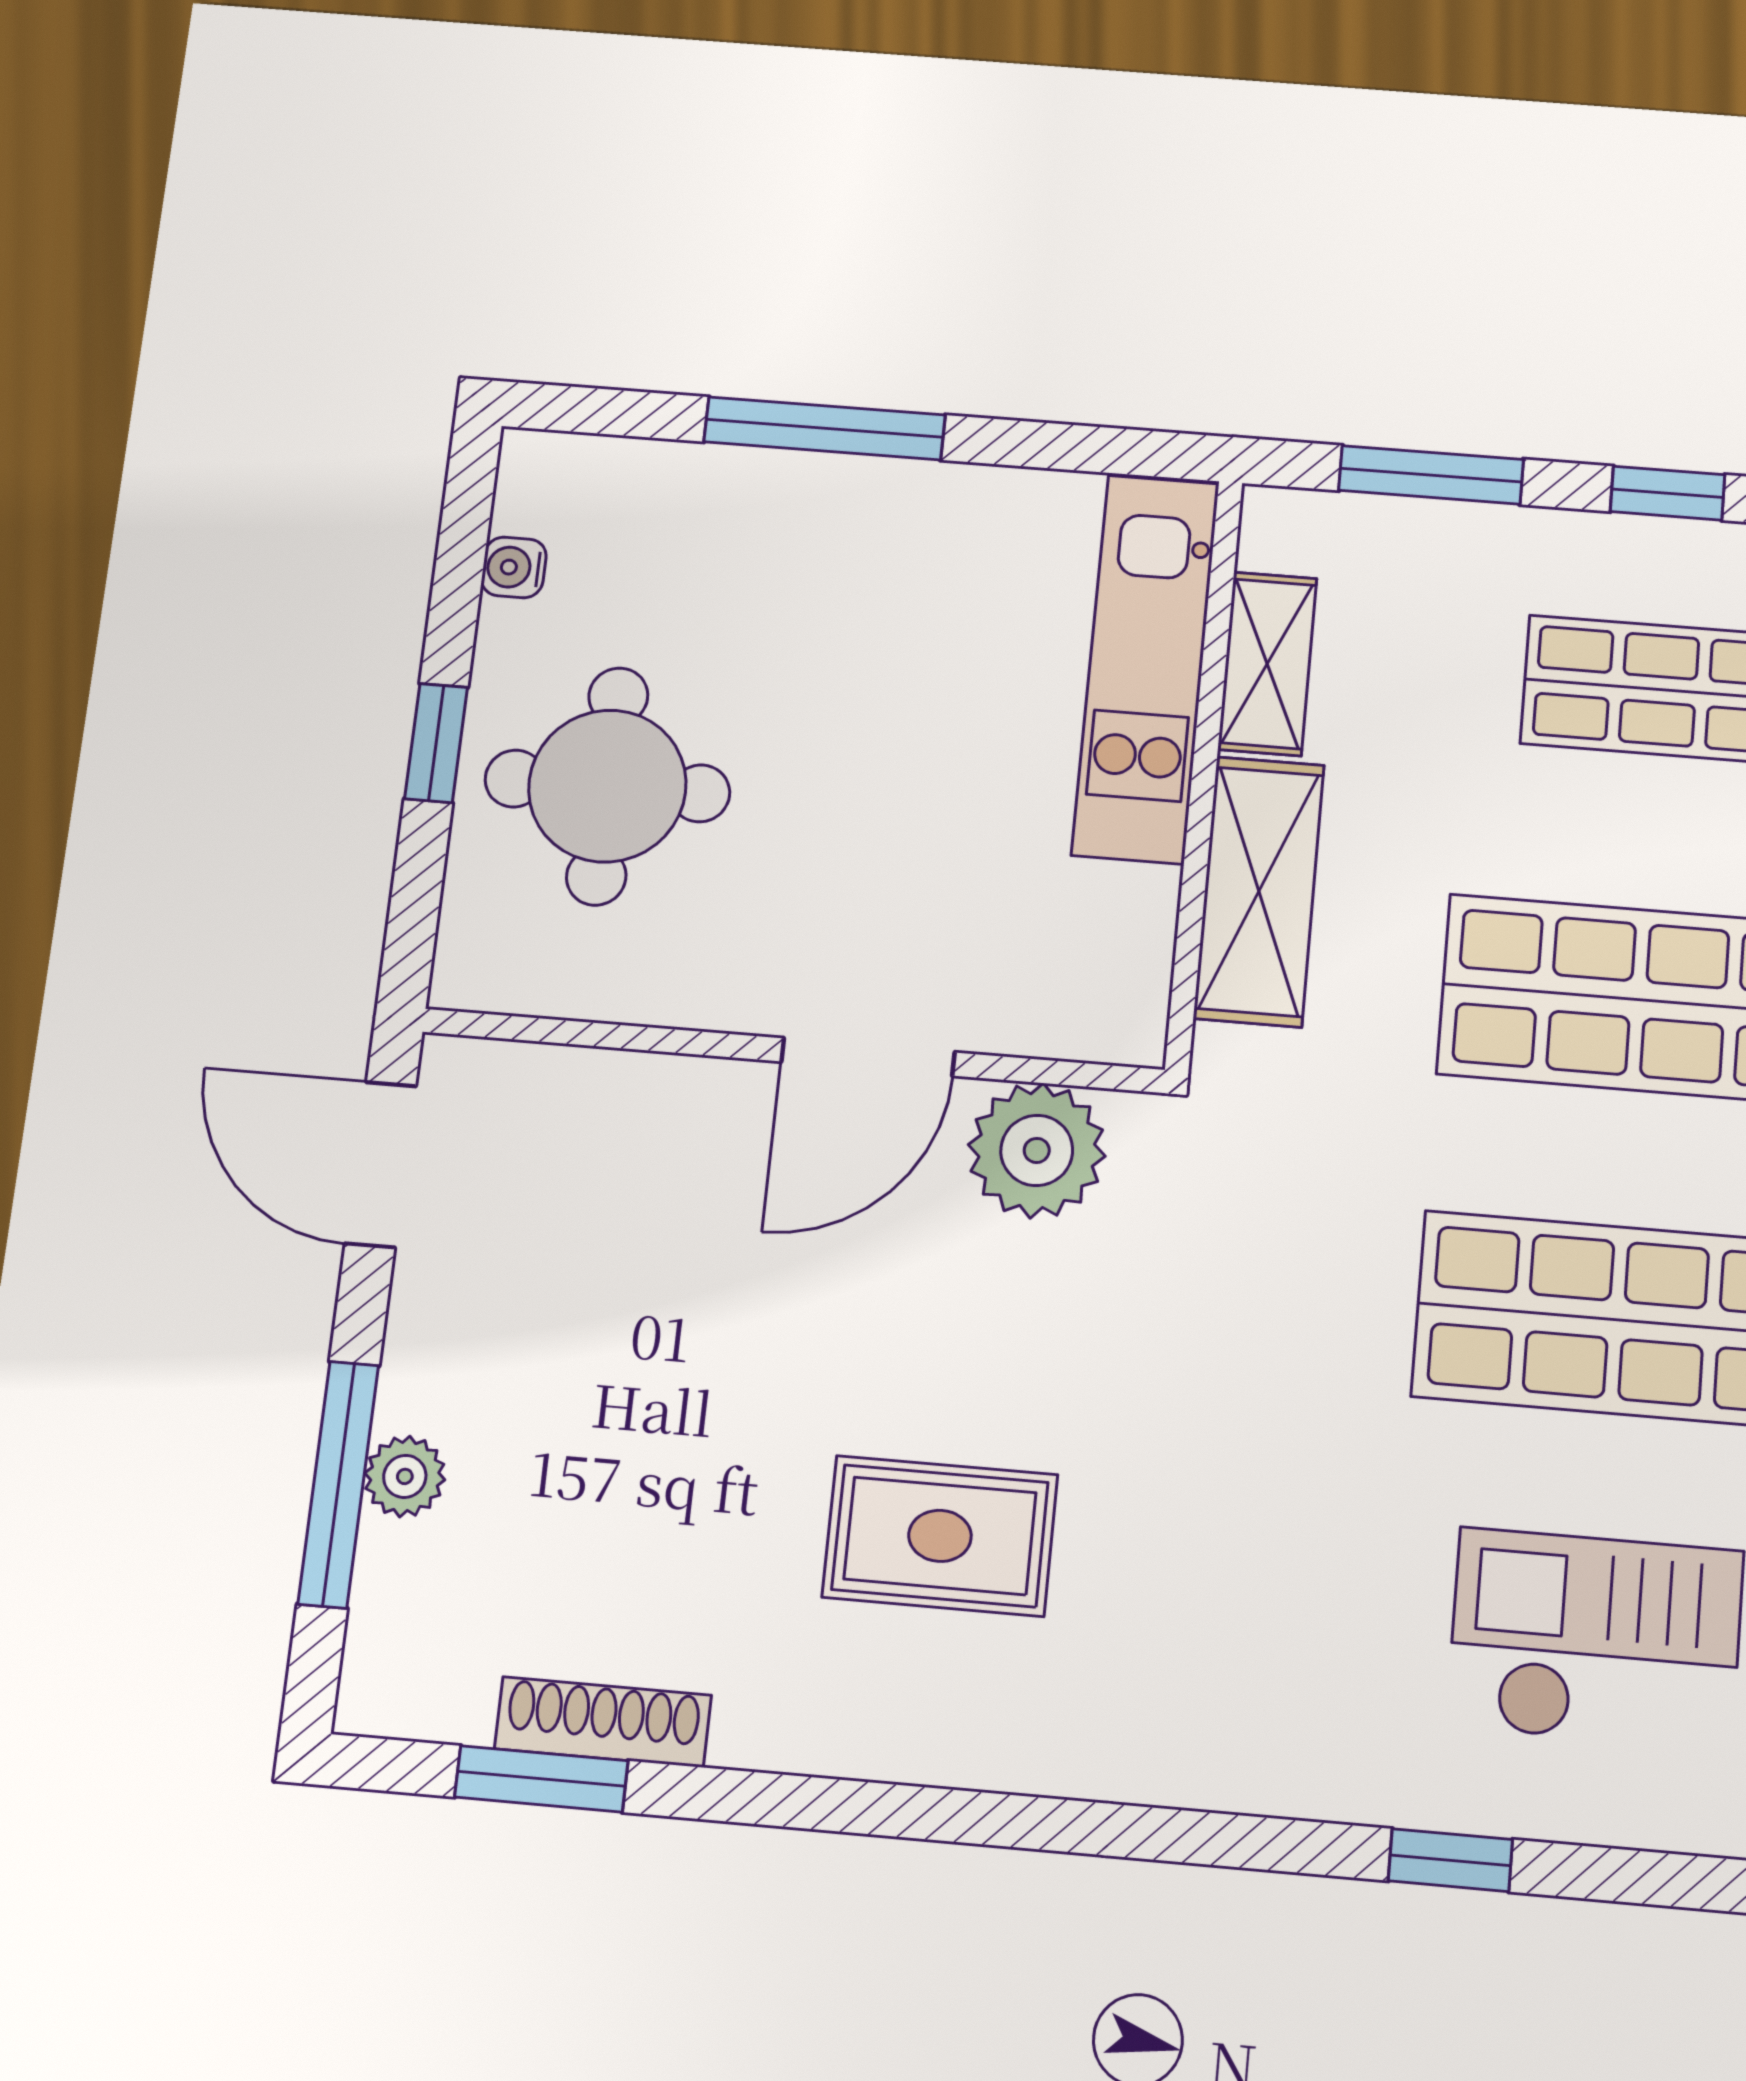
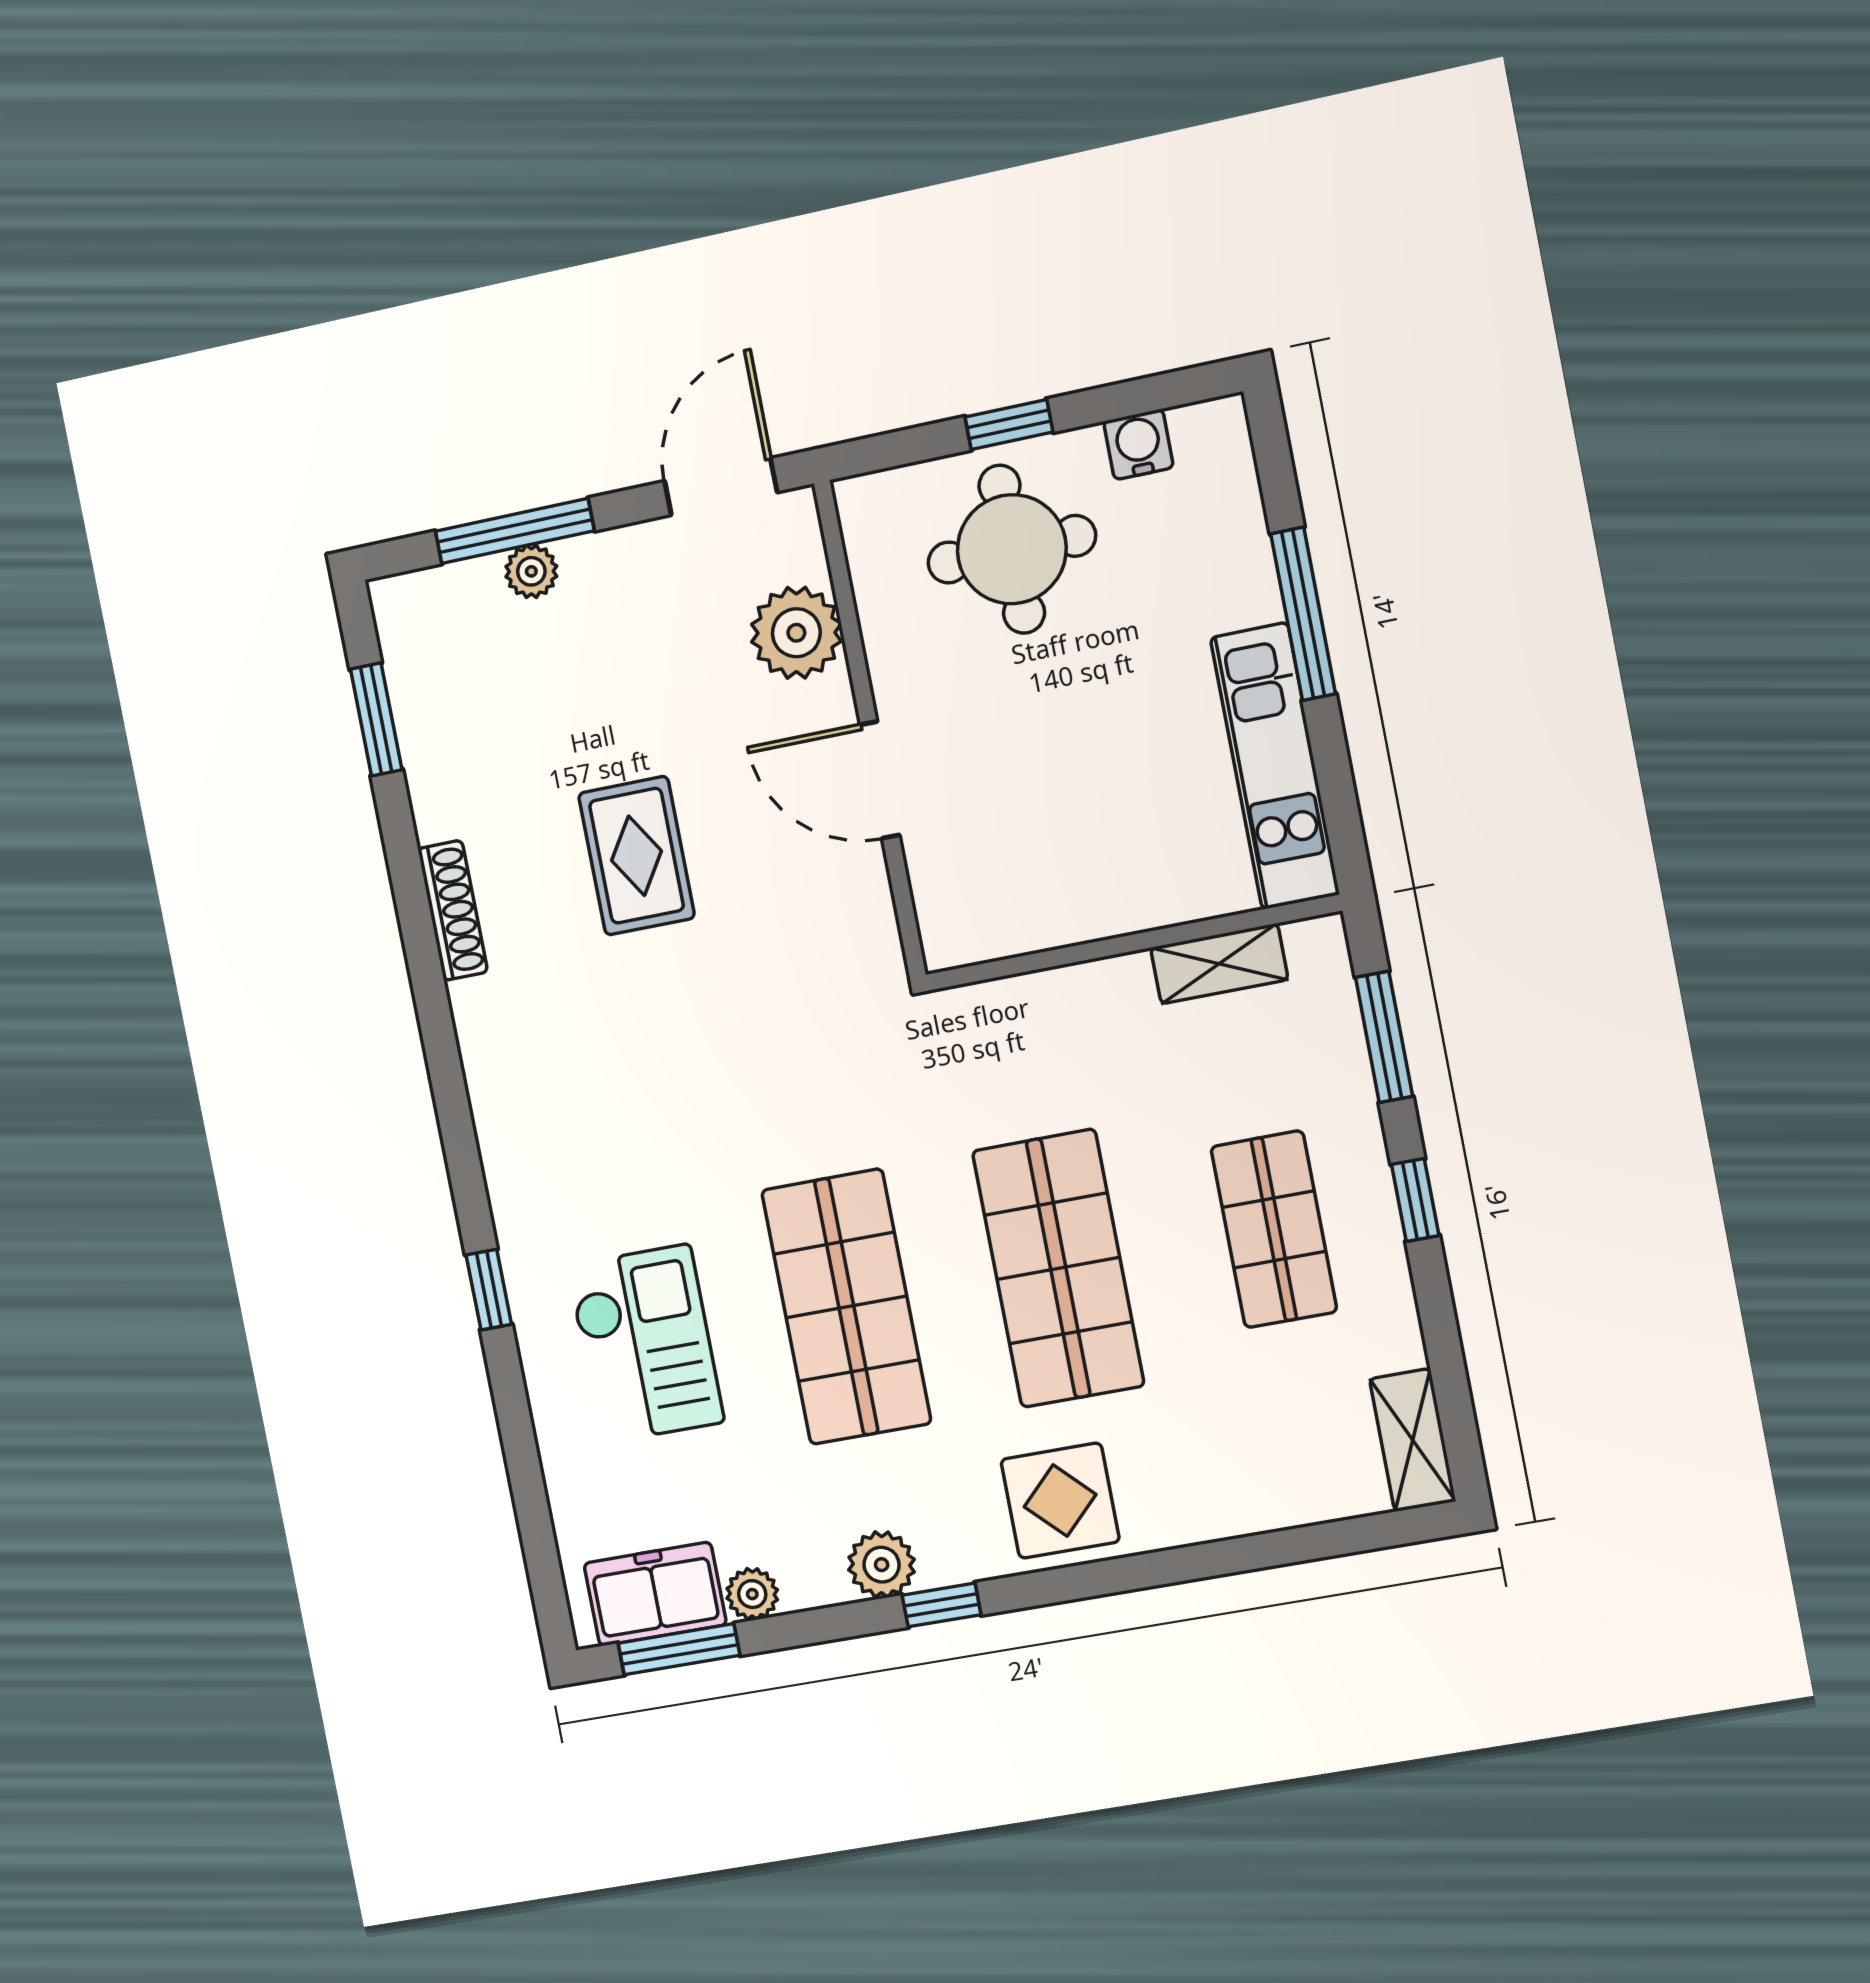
water cooler: (514, 567) -> (1138, 444), width x1.38, depth x1.38
kitchen unit: (1146, 668) -> (1275, 766), moved, turned -90
shelving: (1259, 891) -> (1061, 1002), removed
plant: (1037, 1150) -> (796, 633), moved
rug: (940, 1536) -> (637, 856), moved
shoe rack: (603, 1722) -> (453, 910), moved

